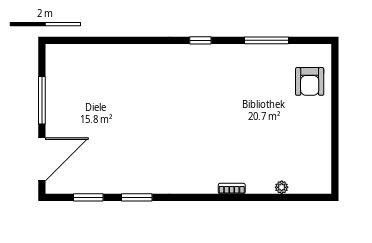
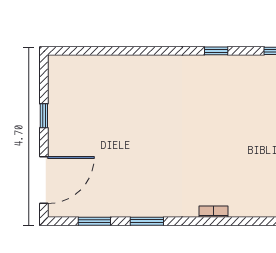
window: (42, 100) -> (44, 116), width x0.46
bookcase: (232, 188) -> (213, 212), moved

